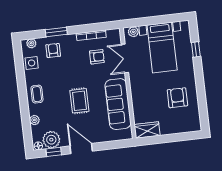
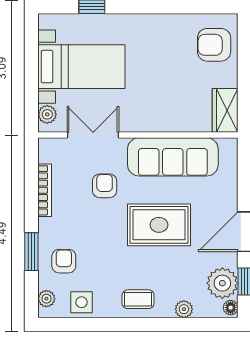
armchair: (53, 51) -> (64, 261), turned 90
armchair: (97, 57) -> (105, 186), moved
double door: (125, 58) -> (93, 135), swing flipped
armchair: (177, 98) -> (214, 45), moved
rug: (79, 101) -> (159, 225), width x1.36, depth x1.43

